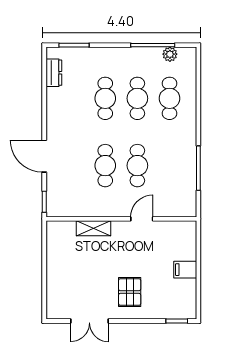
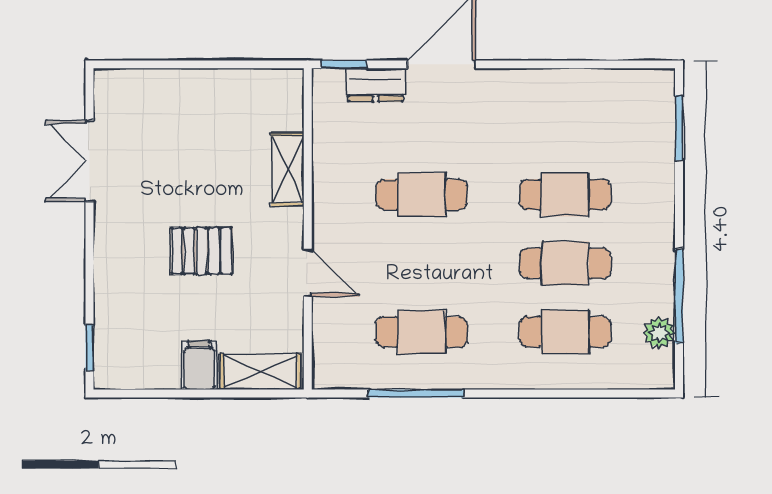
dresser: (54, 73) -> (376, 85), moved
cafe table: (137, 166) -> (422, 332), moved
shelving: (188, 241) -> (260, 372), added
pallet: (130, 292) -> (201, 251), moved

